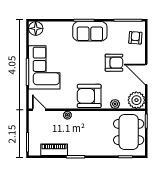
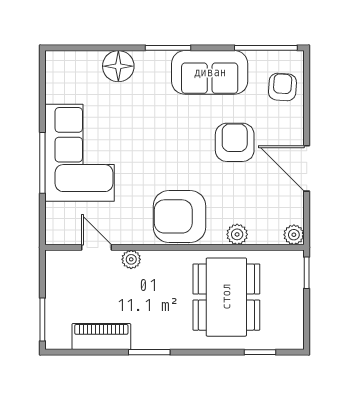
floor lamp: (36, 28) -> (118, 66), moved
sofa: (90, 31) -> (210, 72), moved
armchair: (114, 63) -> (235, 142), turned -90
plant: (136, 100) -> (294, 235), width x0.53, depth x0.53
door: (39, 110) -> (96, 247), moved
dining table: (129, 132) -> (226, 297), moved

